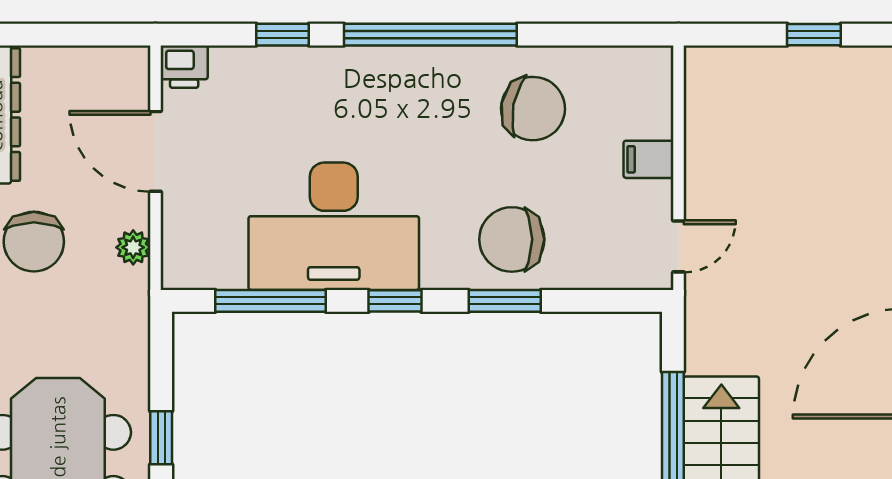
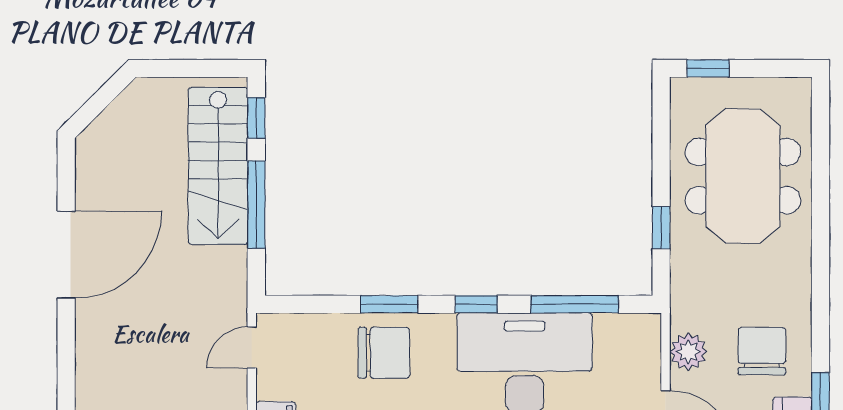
plant: (133, 247) -> (688, 352), width x1.38, depth x1.38
window: (161, 438) -> (661, 228), moved

